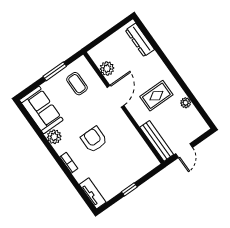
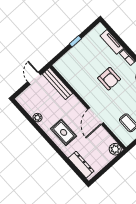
plant: (107, 68) -> (115, 149), moved
rug: (156, 96) -> (64, 132), moved, turned 90
tv unit: (93, 193) -> (112, 42), moved

